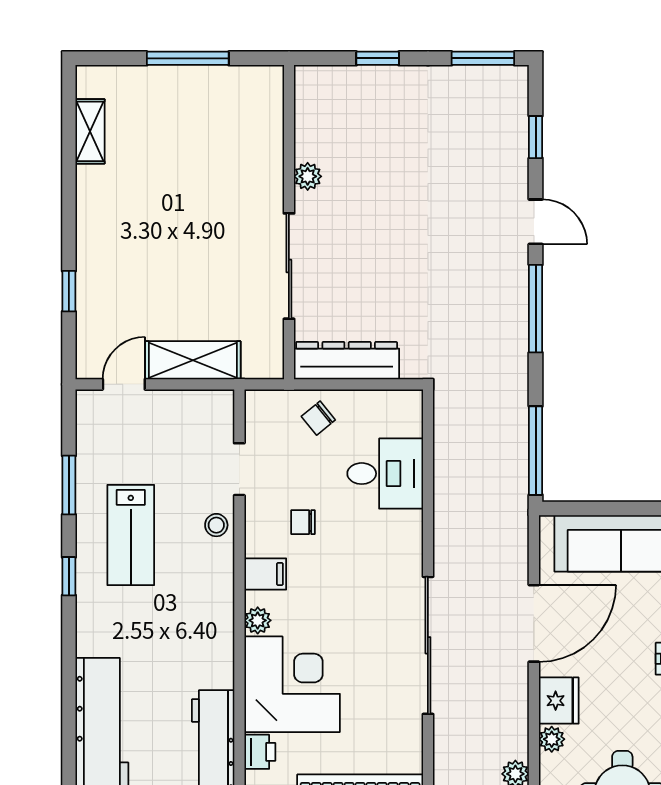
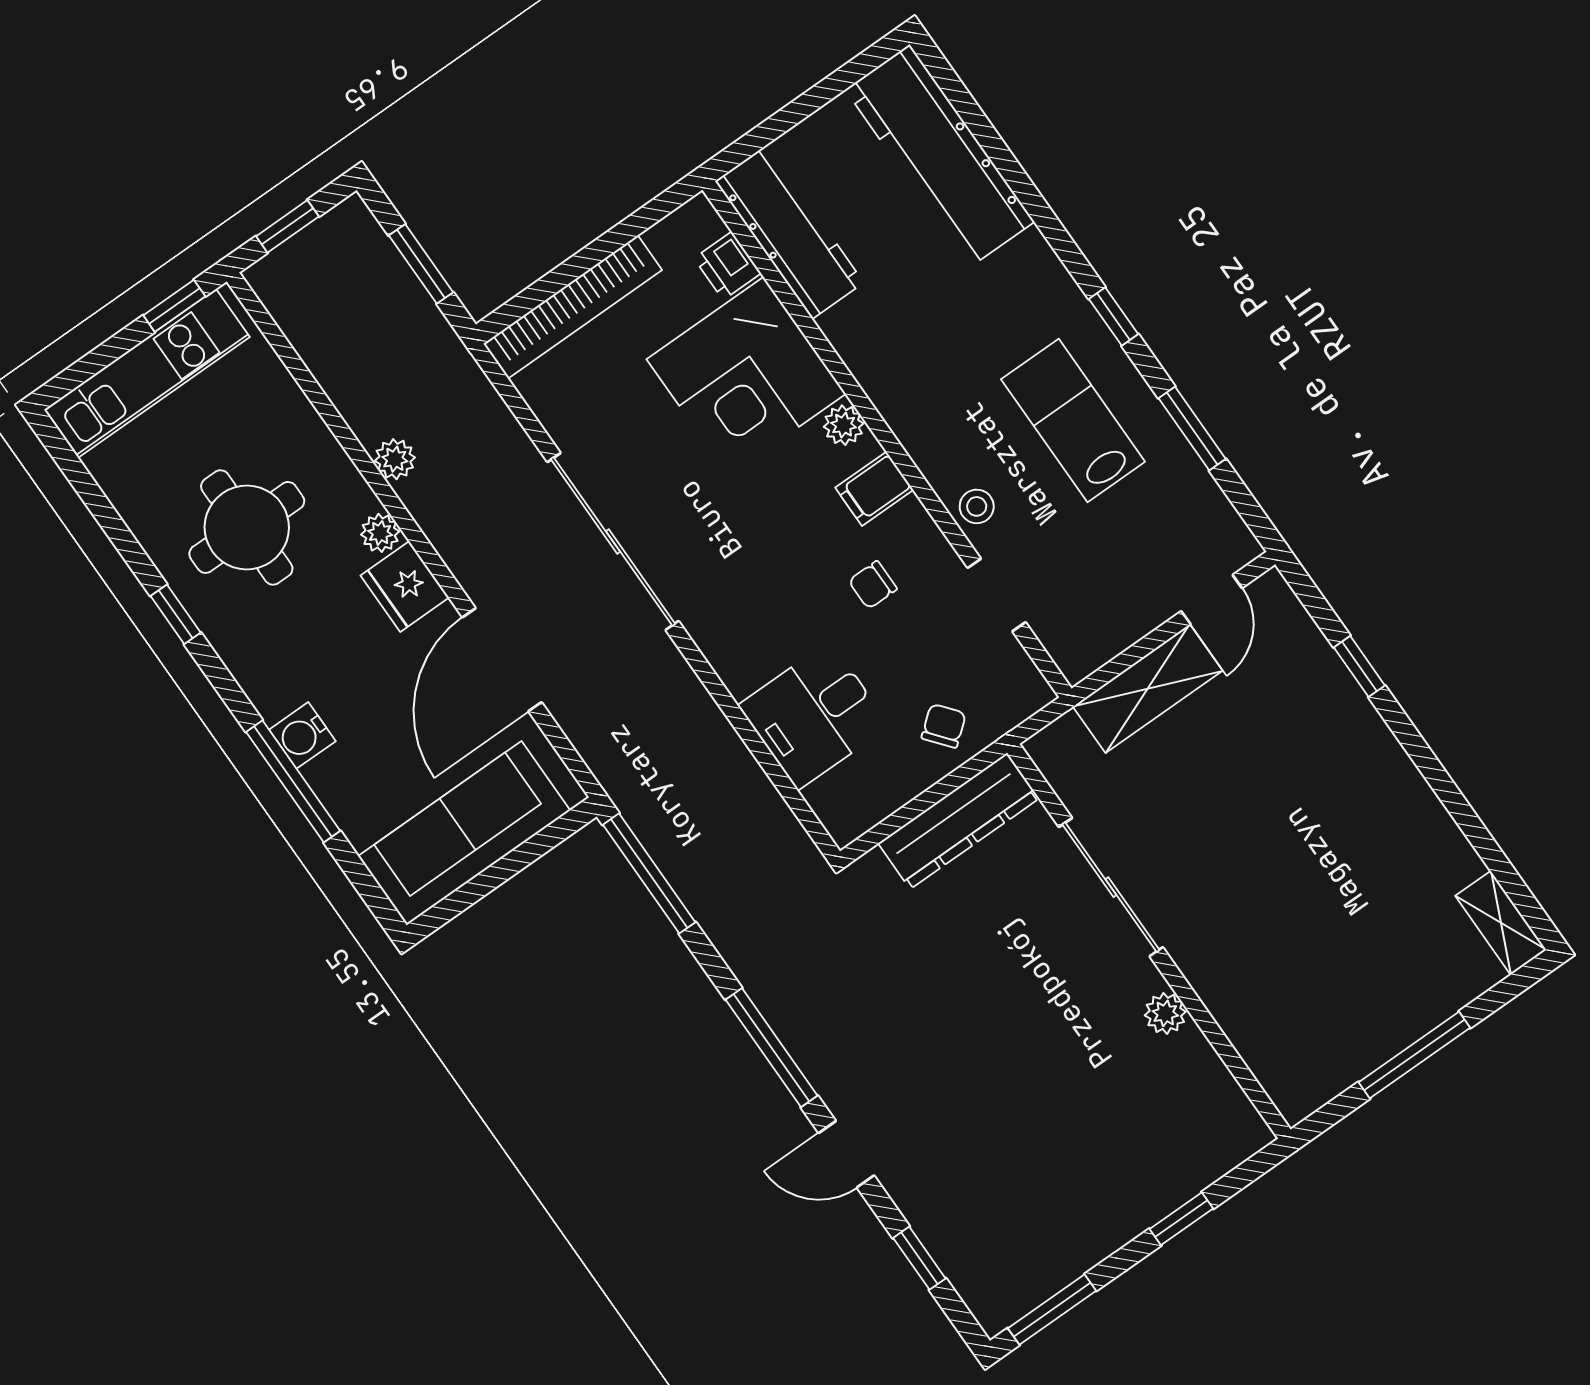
shelving: (90, 131) -> (1501, 923), moved
chair: (303, 522) -> (873, 585), turned 180

